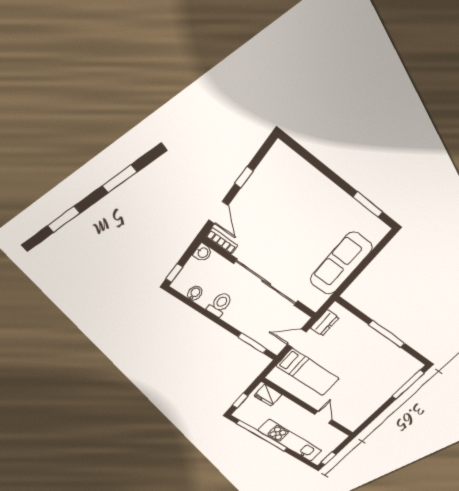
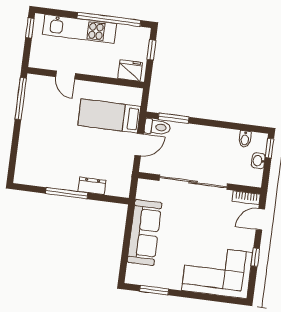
corner sofa: (293, 186) -> (217, 271), added
door: (218, 212) -> (260, 219), hinge flipped
washbasin: (203, 253) -> (258, 161), moved
toilet: (220, 304) -> (157, 127), moved, turned -90
dresser: (325, 323) -> (92, 186), moved, turned 90
window: (408, 385) -> (21, 99), moved

